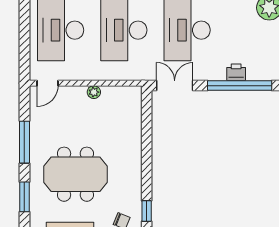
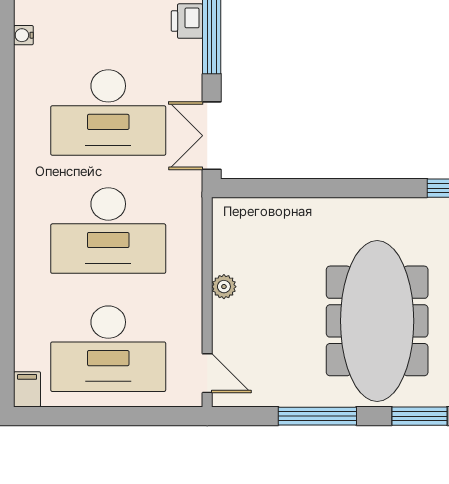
meeting table: (75, 174) -> (377, 321), width x1.36

